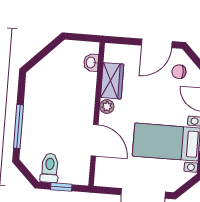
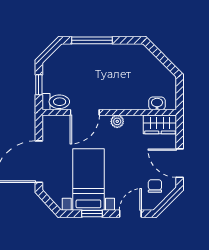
wardrobe: (112, 81) -> (160, 124), moved
toilet: (50, 168) -> (56, 102), moved

